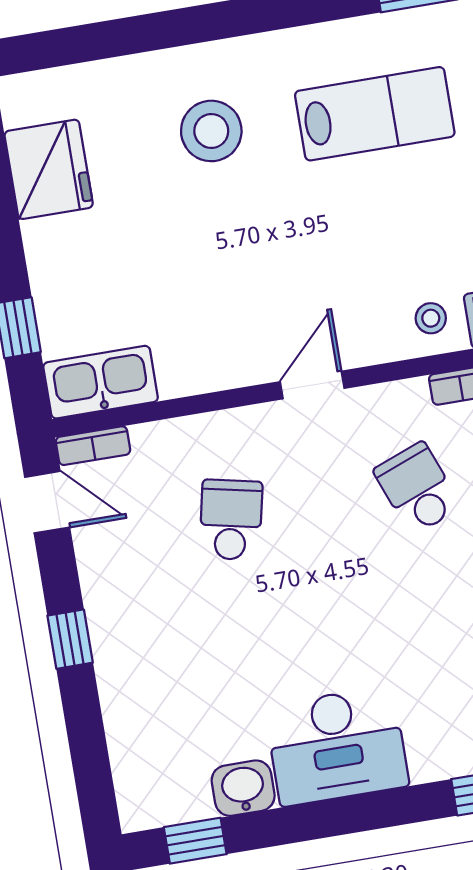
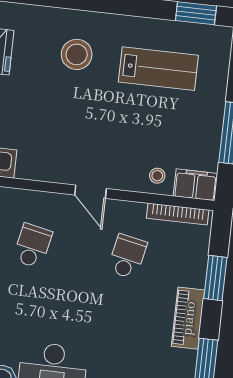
door: (312, 385) -> (90, 192), swing flipped
school desk: (417, 489) -> (127, 256), turned 33

